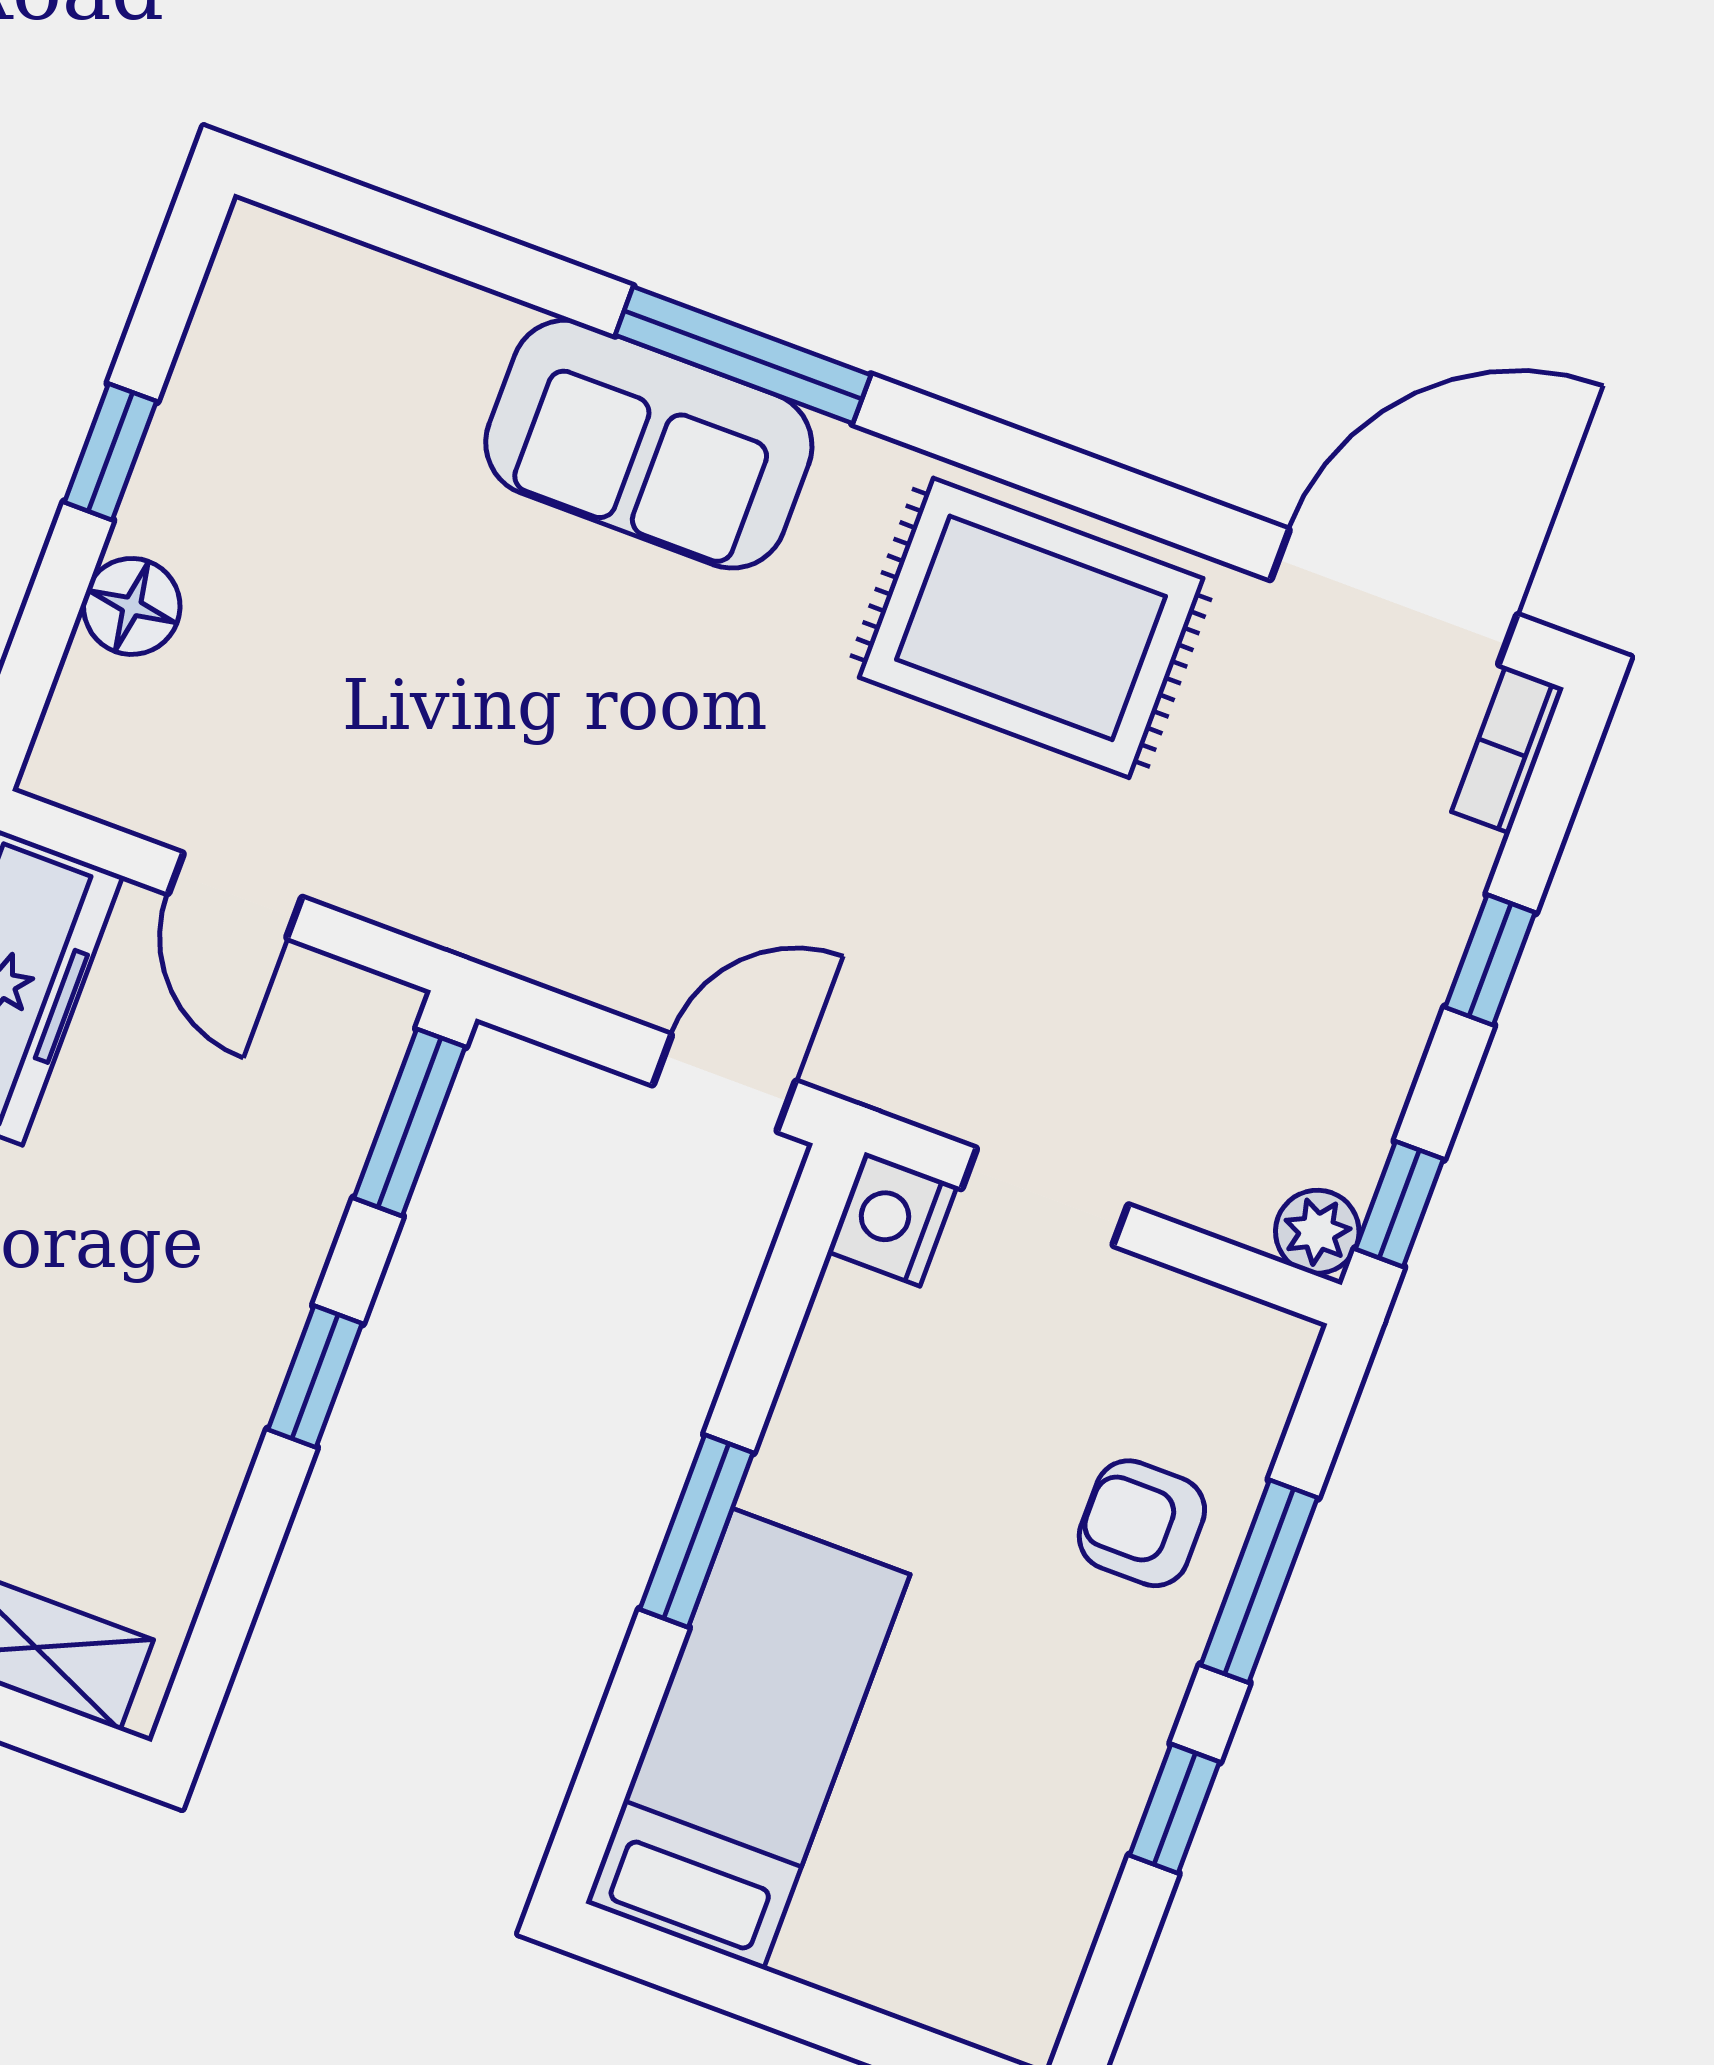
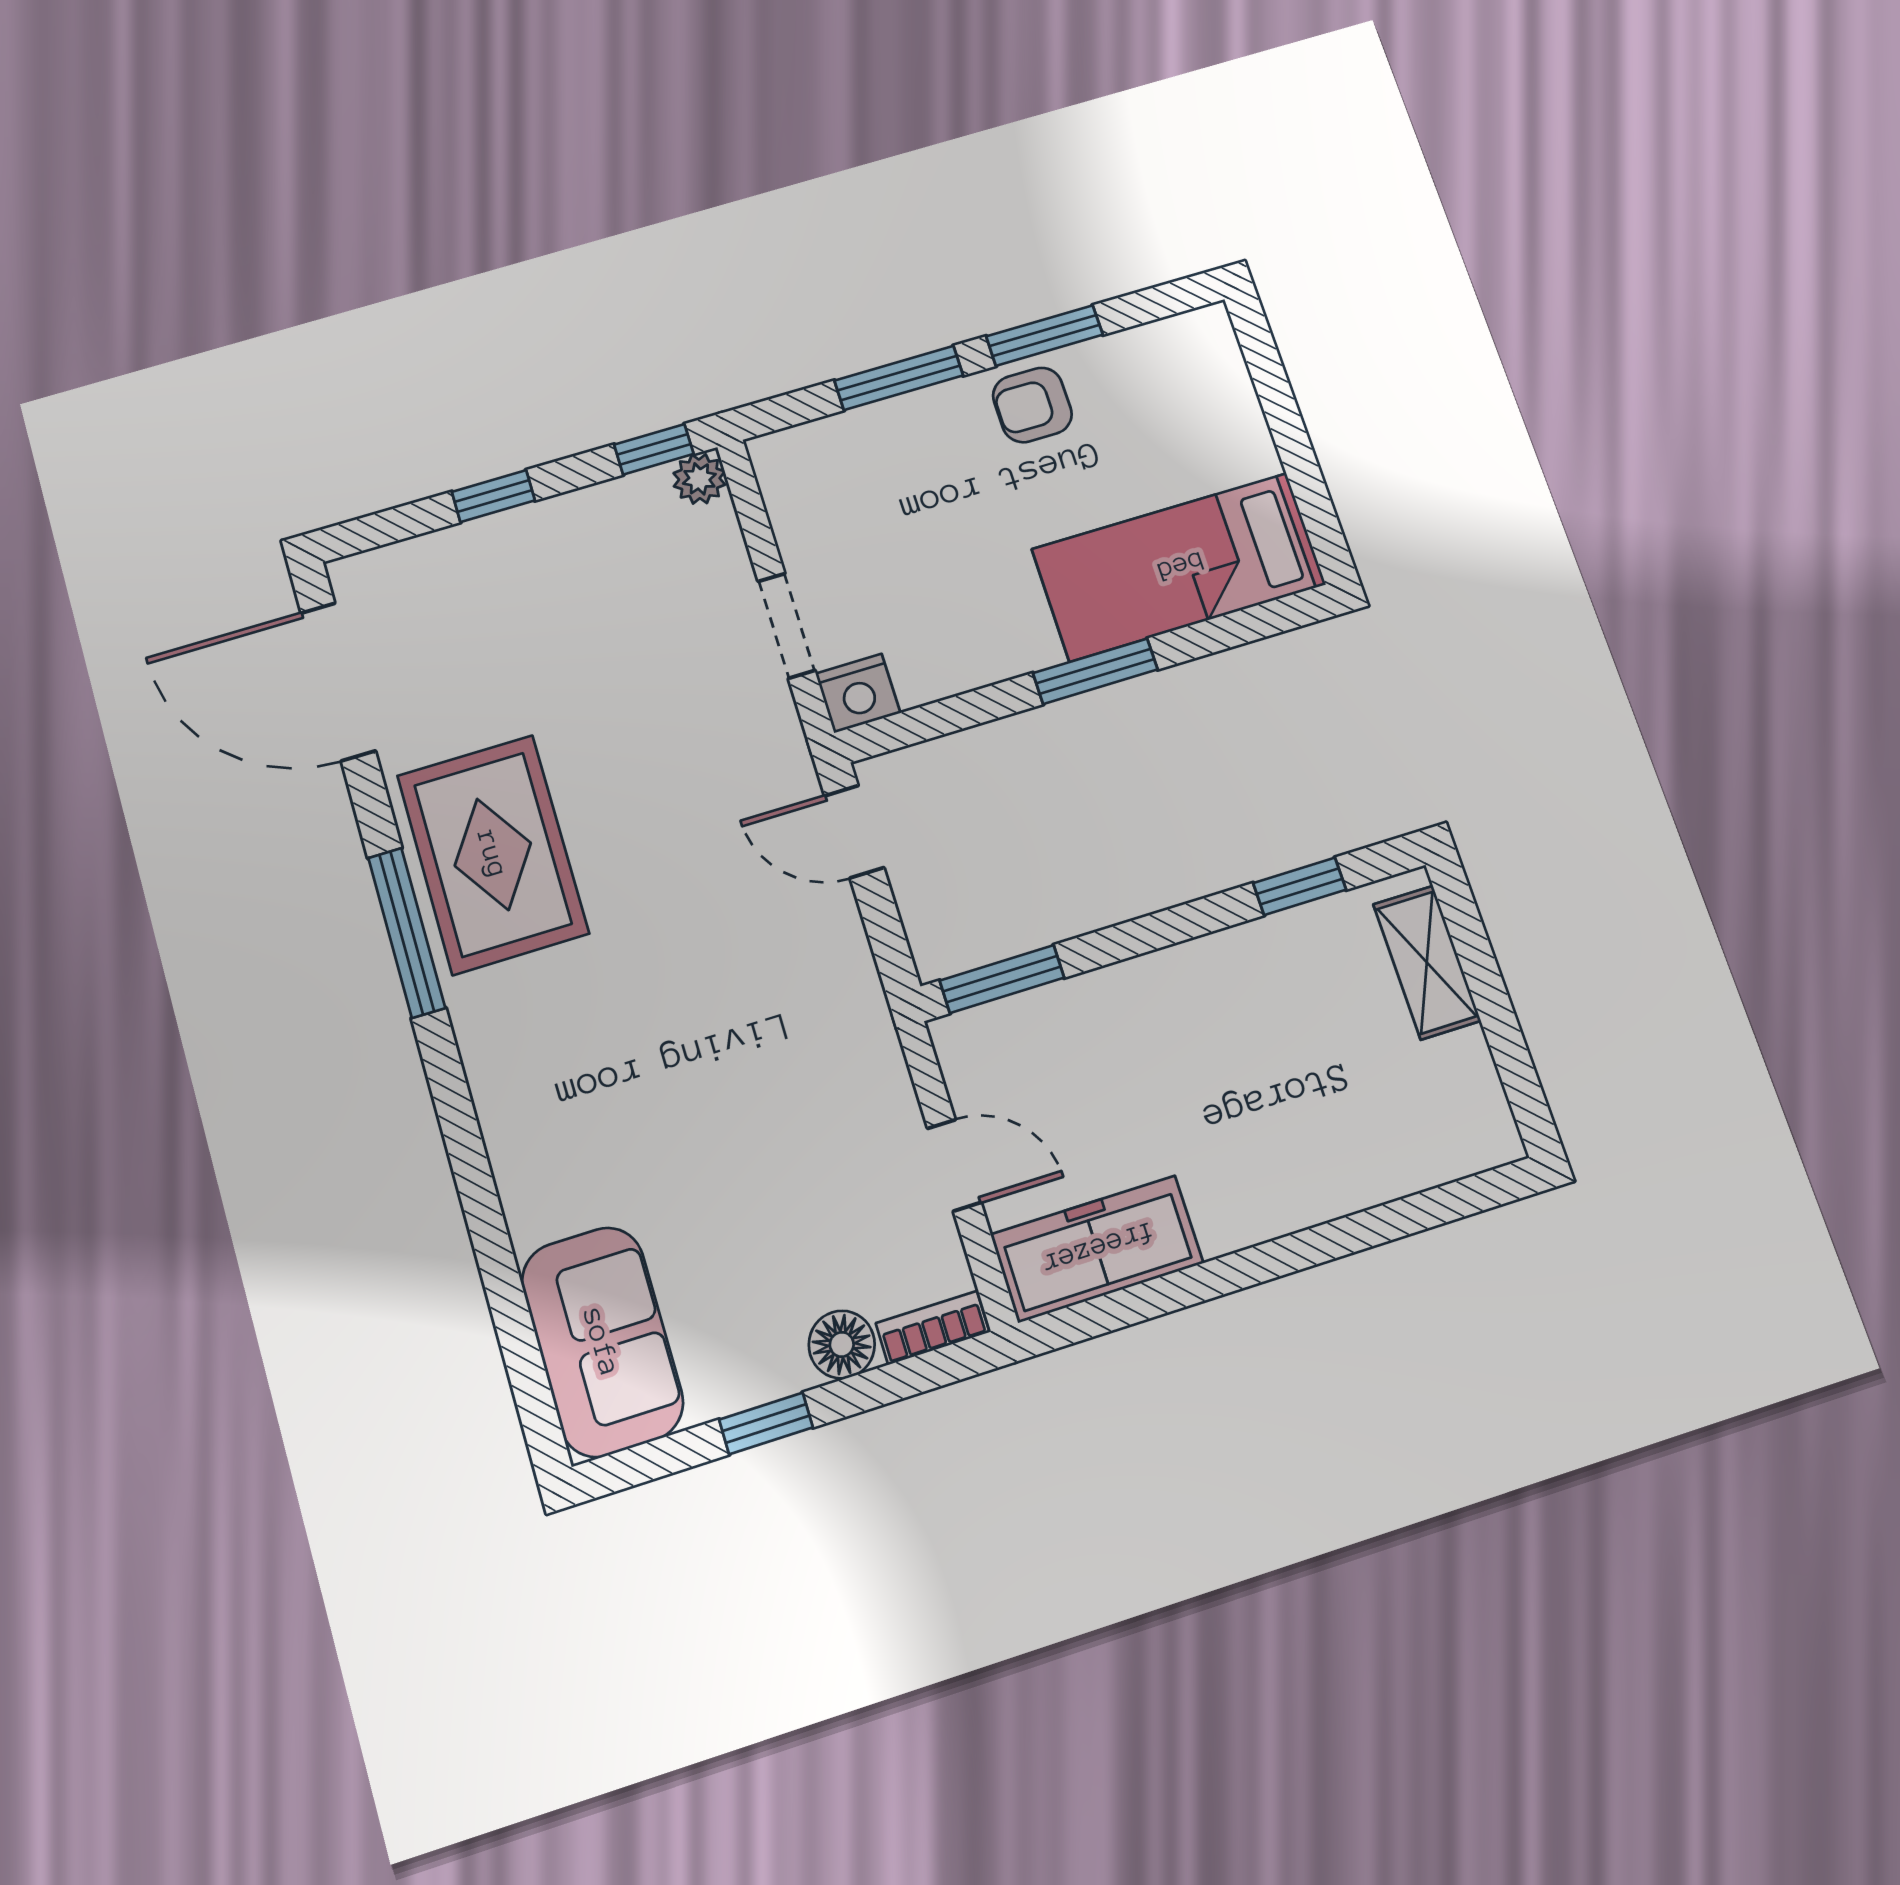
window: (743, 355) -> (407, 933), moved
sofa: (649, 444) -> (602, 1342), moved
bookcase: (1508, 750) -> (933, 1328), moved, turned 180
door: (235, 896) -> (954, 1165), hinge flipped
window: (315, 1377) -> (1300, 886), moved
armchair: (1142, 1523) -> (1032, 405), moved, turned 90
window: (1175, 1809) -> (1044, 336), width x1.50

